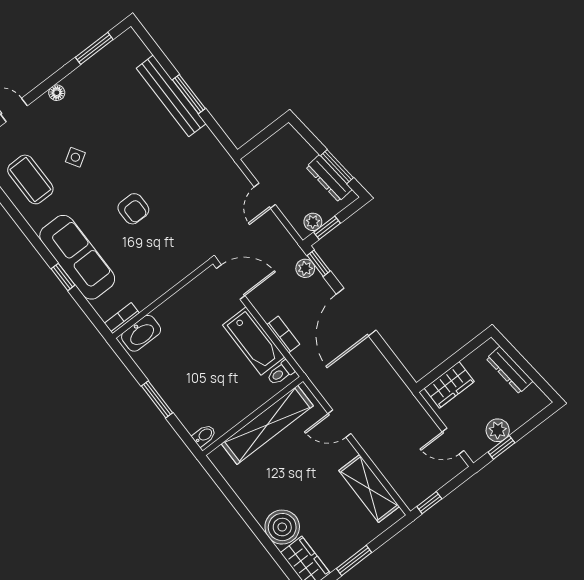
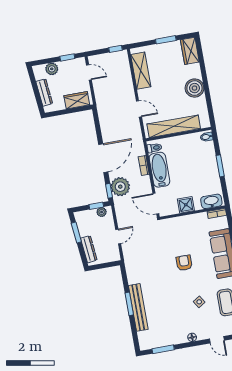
dresser: (329, 178) -> (89, 249), moved
plant: (305, 268) -> (120, 187), width x1.88, depth x1.88
shower: (180, 306) -> (186, 205), added
plant: (498, 430) -> (52, 69), moved
boiler: (282, 527) -> (194, 88), moved

